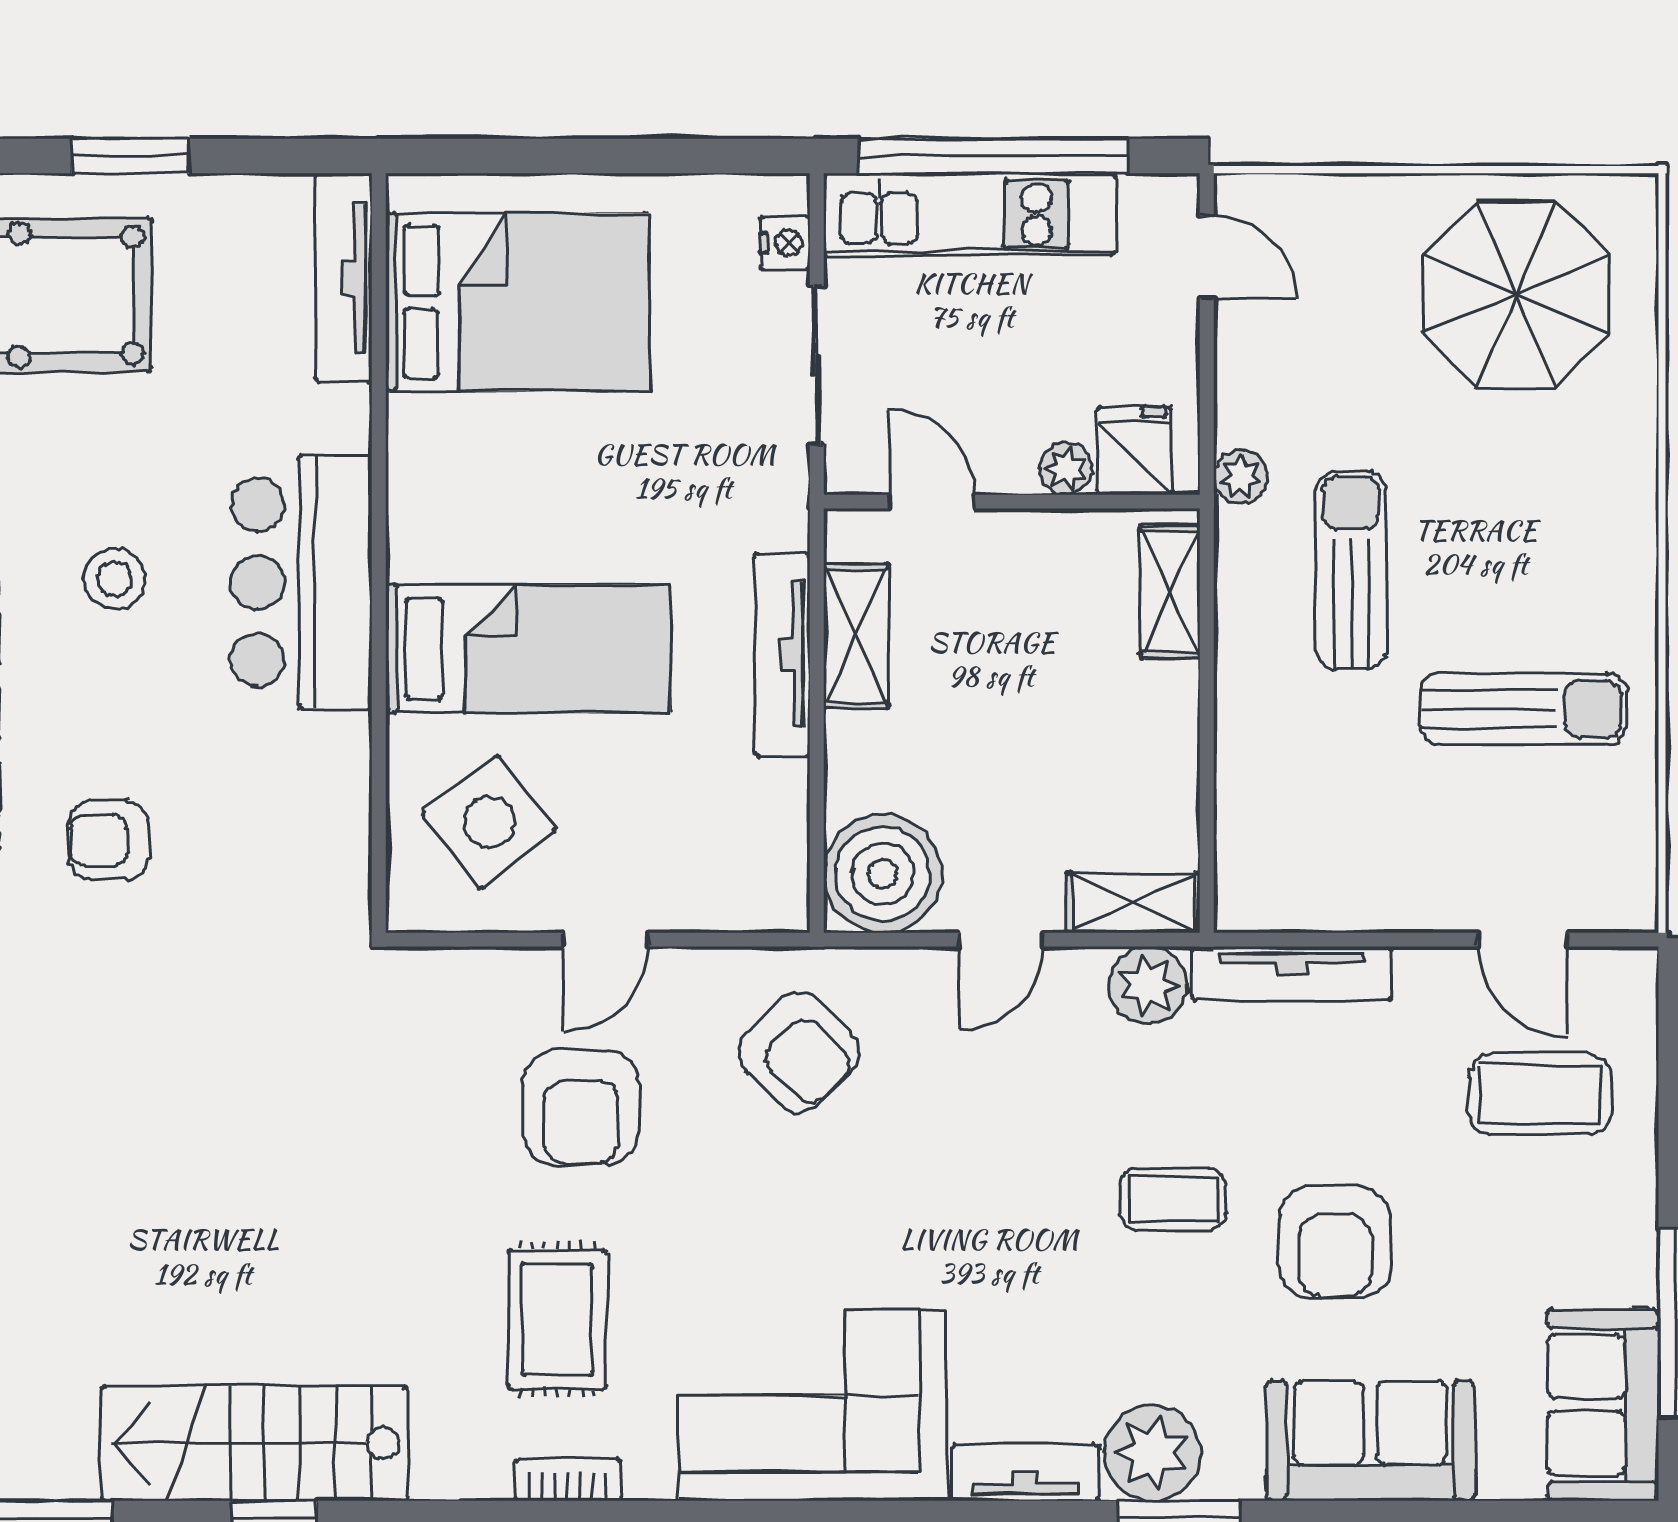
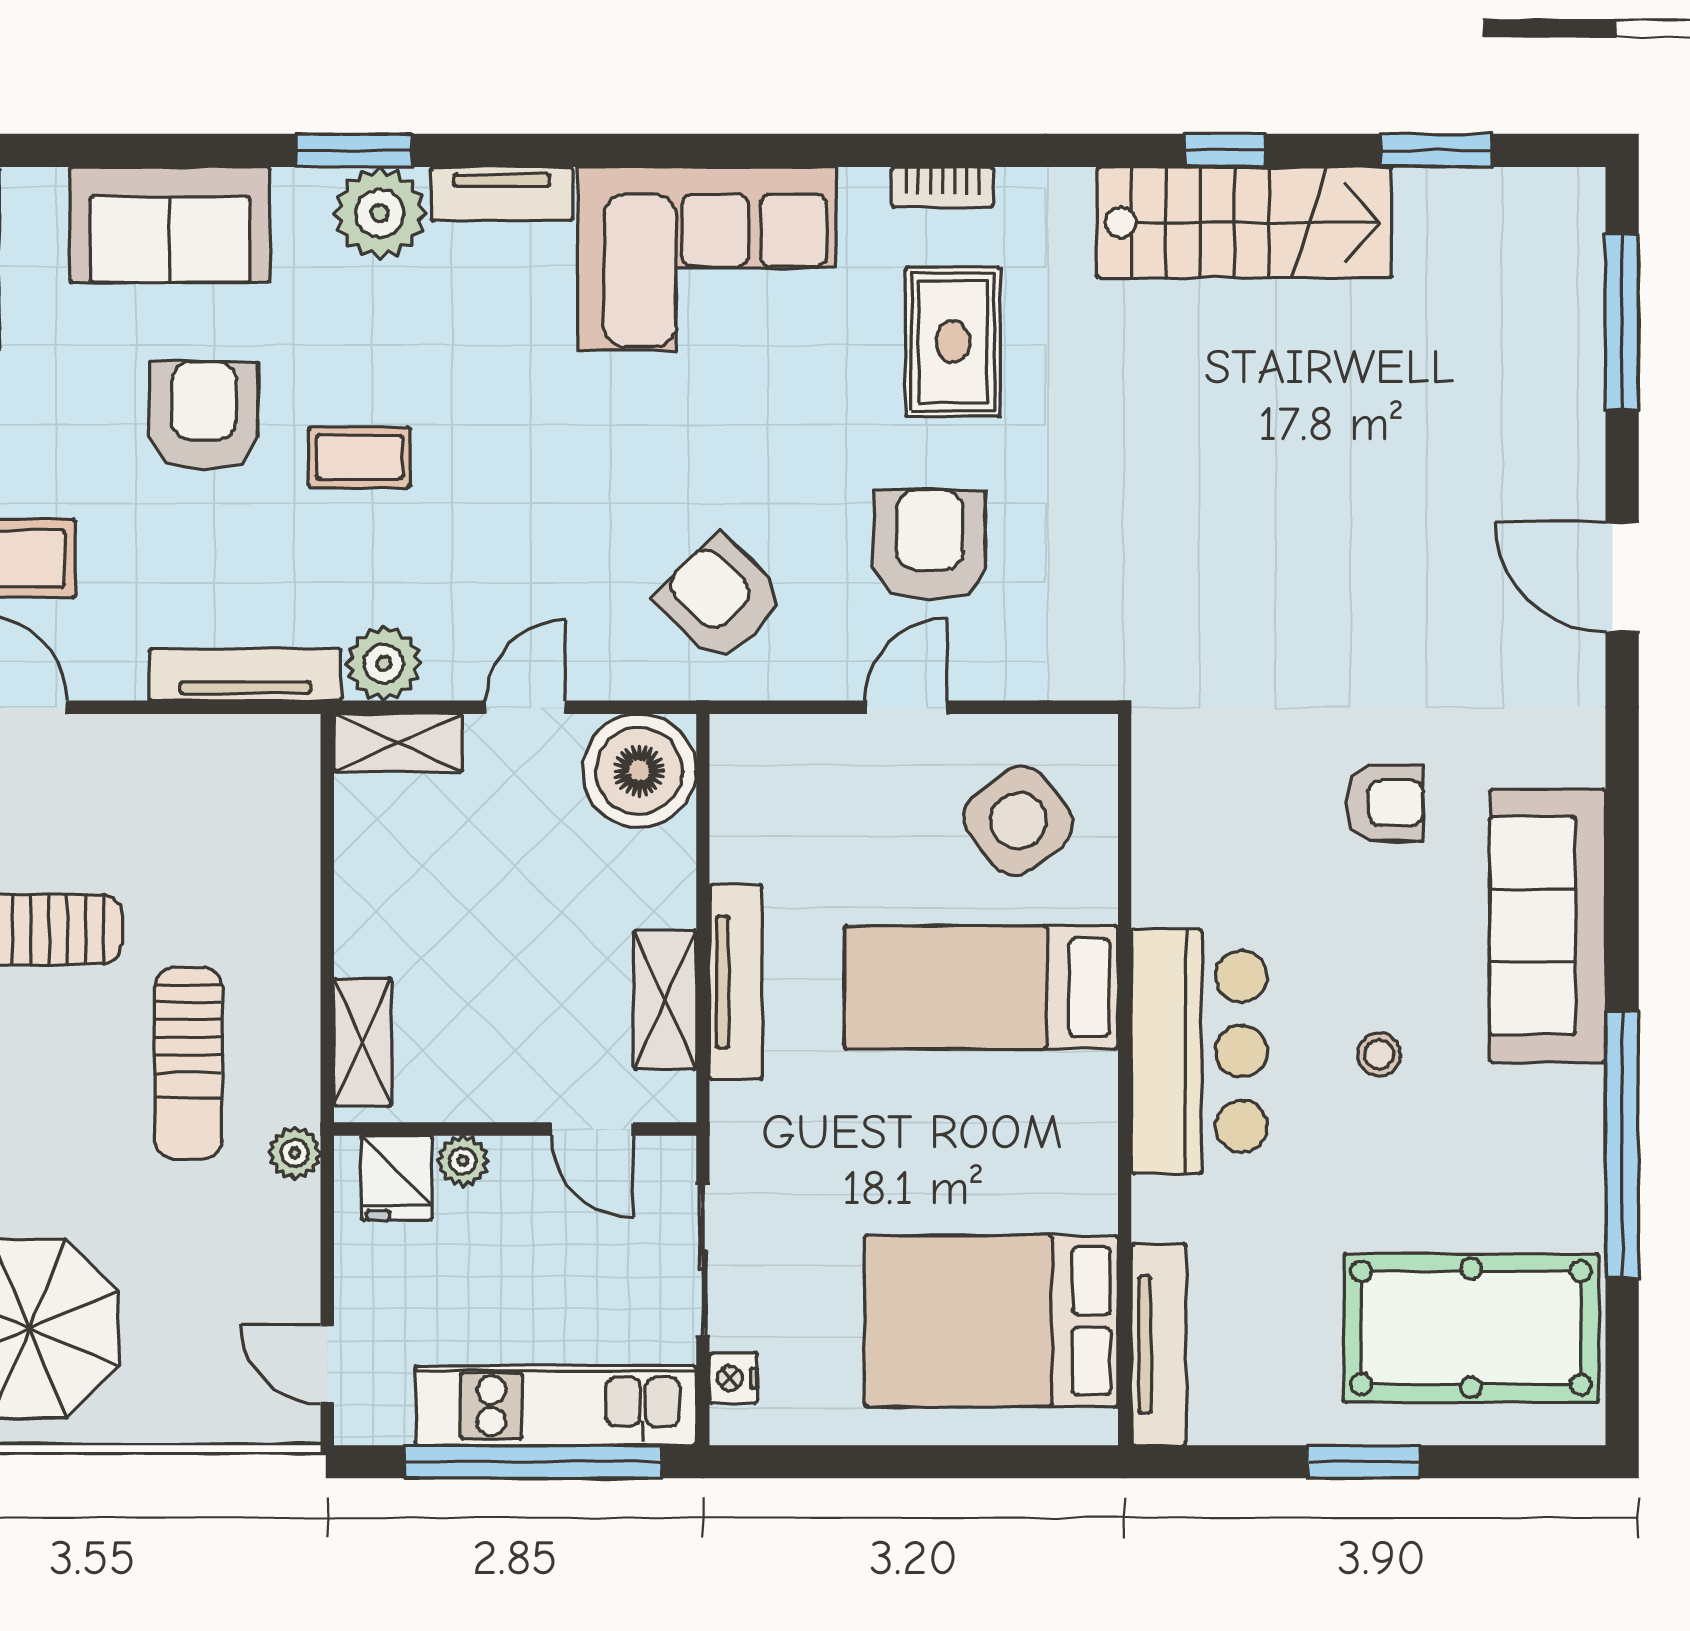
stool: (114, 579) -> (1379, 1054), width x0.73, depth x0.73

